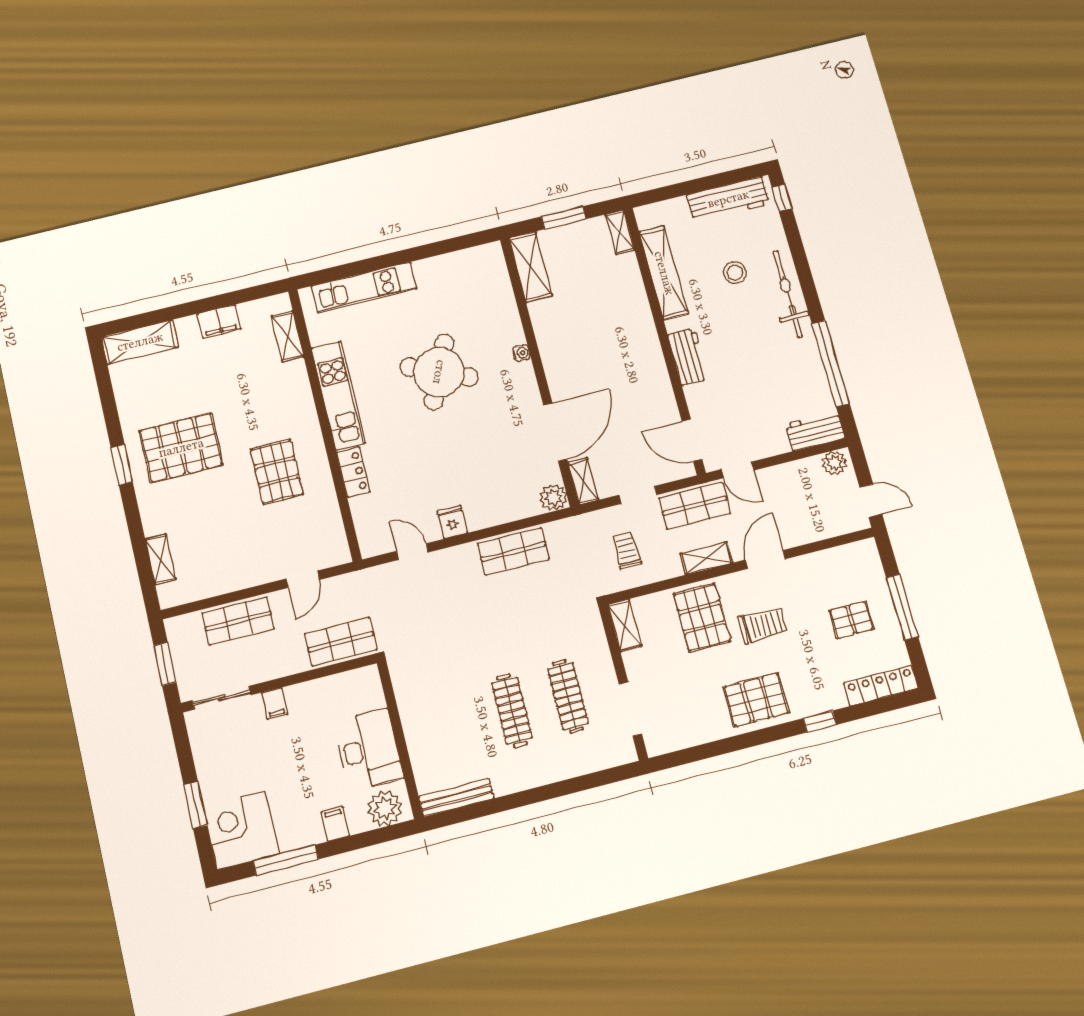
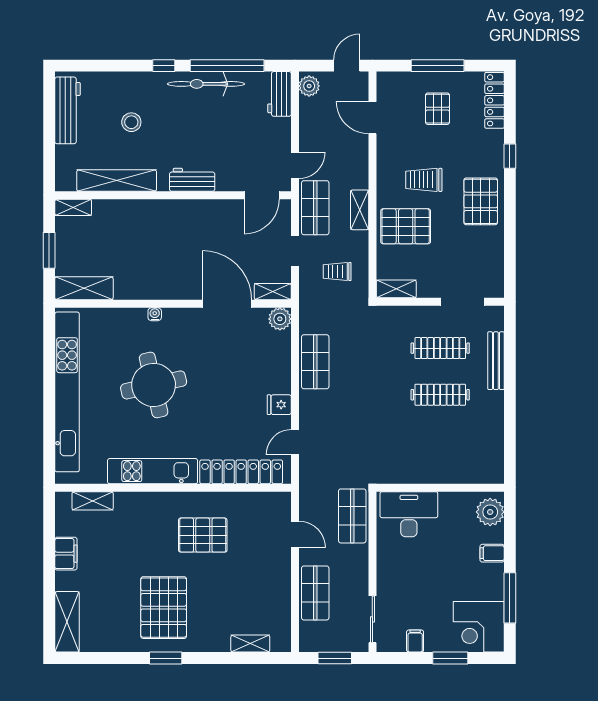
window: (782, 198) -> (164, 66), moved
kitchen unit: (364, 287) -> (67, 392), width x1.86
bicycle: (788, 294) -> (206, 84), moved
round table: (439, 372) -> (154, 385), turned -37
locker: (353, 472) -> (241, 472), width x2.16, depth x1.21
door: (765, 559) -> (372, 118), moved
trolley: (763, 625) -> (424, 180), turned -90
filing cabinet: (275, 703) -> (415, 641), moved, turned -90
desk: (368, 750) -> (409, 514), moved
bench: (456, 797) -> (496, 361), moved

